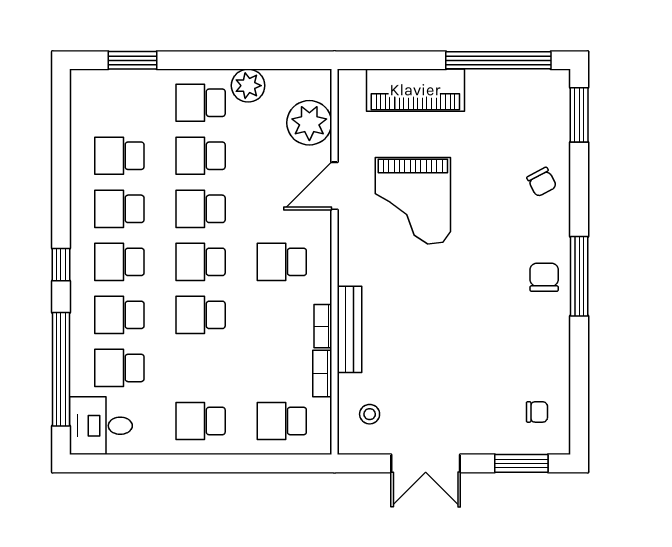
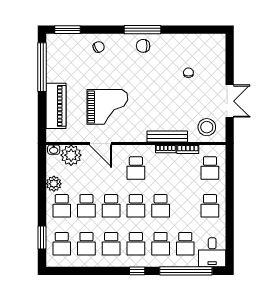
washbasin: (321, 85) -> (54, 150), added
school desk: (119, 103) -> (62, 244), added
chair: (537, 412) -> (188, 73), moved
stool: (370, 414) -> (207, 127), width x1.89, depth x1.89
window: (521, 463) -> (230, 56), removed

